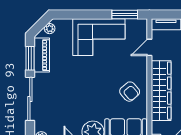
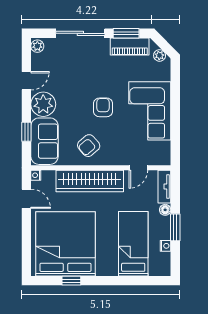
window: (125, 15) -> (175, 140), removed
door: (149, 47) -> (138, 168), swing flipped
armchair: (96, 79) -> (103, 107), added

